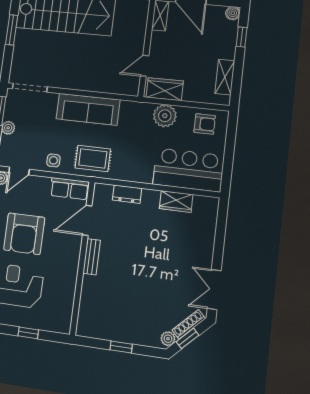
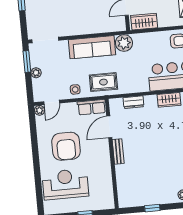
plant: (165, 116) -> (124, 43), moved

